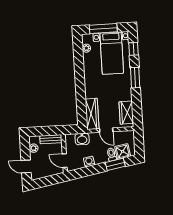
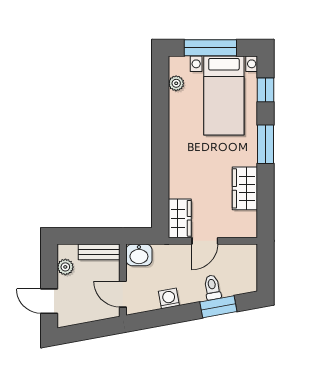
wardrobe: (126, 113) -> (245, 188), moved
wardrobe: (92, 114) -> (180, 218), width x0.67
door: (106, 130) -> (205, 241), hinge flipped
washbasin: (82, 139) -> (139, 255), moved
shower: (123, 151) -> (234, 283), removed

